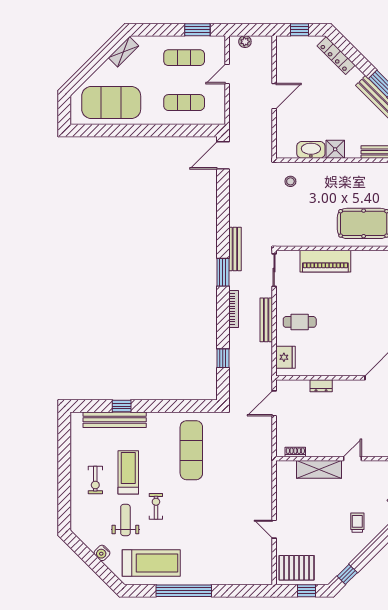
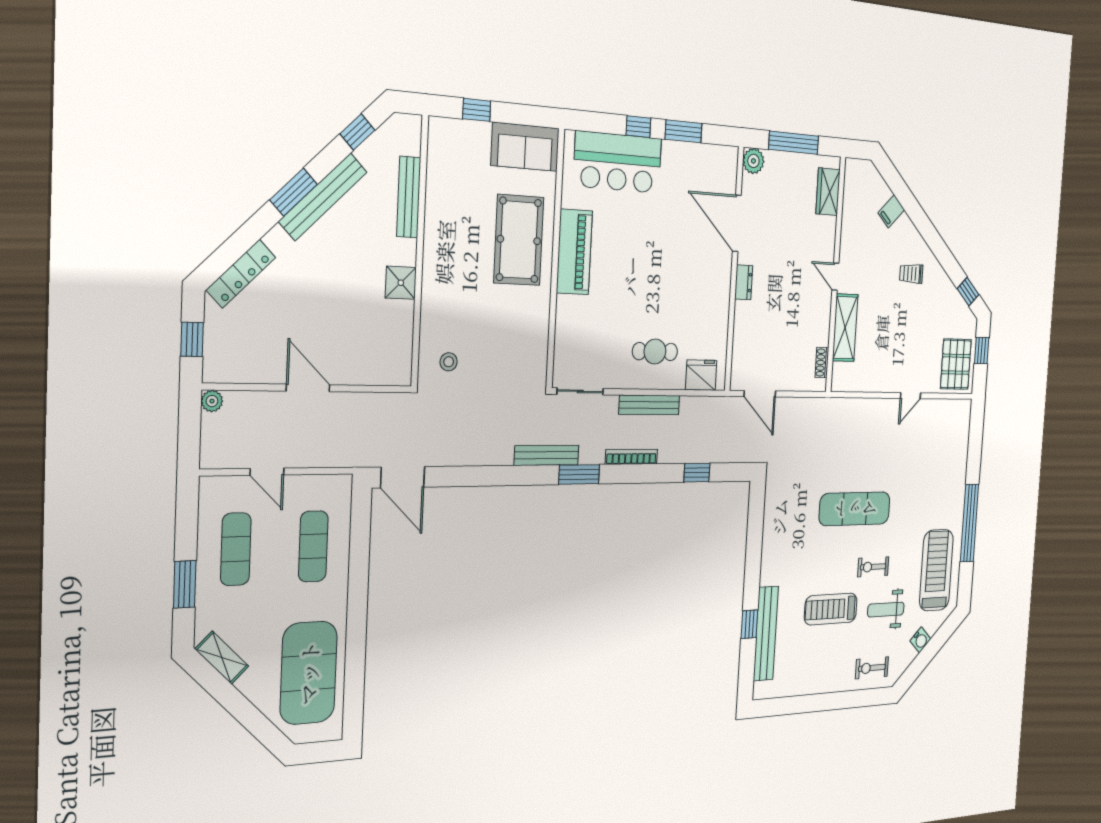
window: (197, 30) -> (185, 584), moved
plant: (245, 42) -> (212, 401), moved
washbasin: (311, 150) -> (400, 325), removed
piano: (325, 261) -> (574, 252), moved
cafe table: (300, 322) -> (655, 352), turned 90
dresser: (321, 386) -> (744, 282), moved
exercise mat: (191, 450) -> (855, 509), moved
exercise bike: (95, 480) -> (872, 668), moved, turned 180

